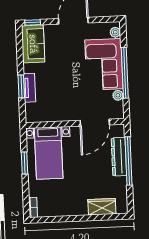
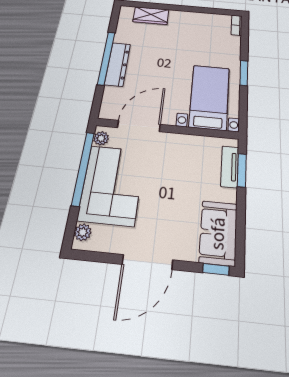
wall: (75, 123) -> (167, 129), moved
door: (95, 123) -> (139, 126), moved
bed with nightstands: (49, 153) -> (209, 97), moved

